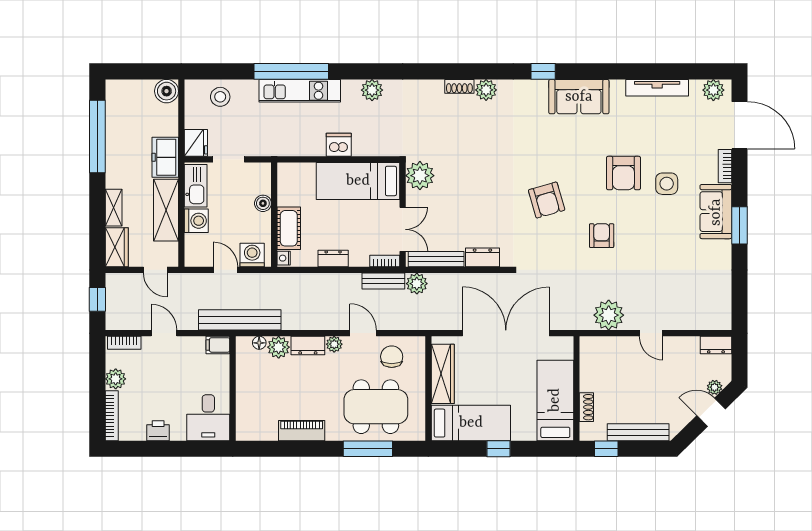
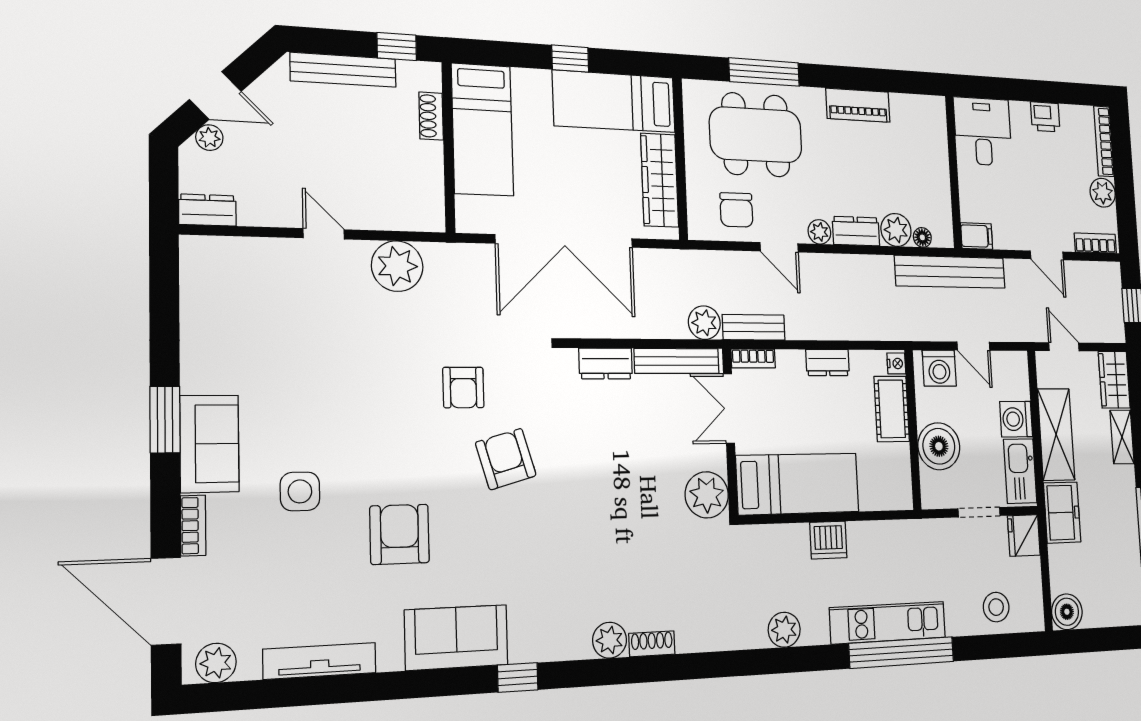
armchair: (623, 173) -> (400, 534), moved
boiler: (263, 203) -> (939, 446), width x1.86, depth x1.86
armchair: (602, 236) -> (463, 387), moved

